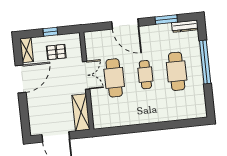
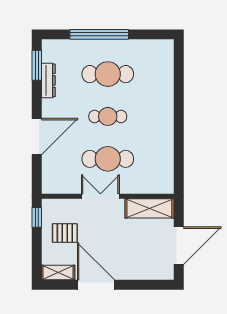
window: (166, 20) -> (37, 65), moved
dresser: (185, 26) -> (48, 80), moved
window: (50, 32) -> (37, 217), moved
pallet: (56, 52) -> (65, 233), turned 90

